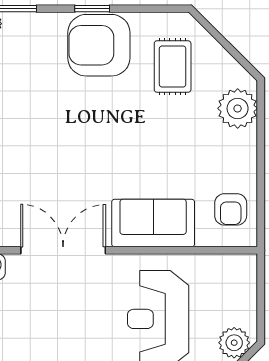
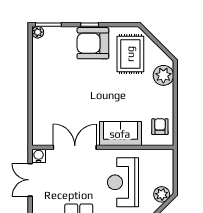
rug: (173, 66) -> (130, 54), width x1.36, depth x1.43
armchair: (231, 209) -> (160, 127), turned 180

